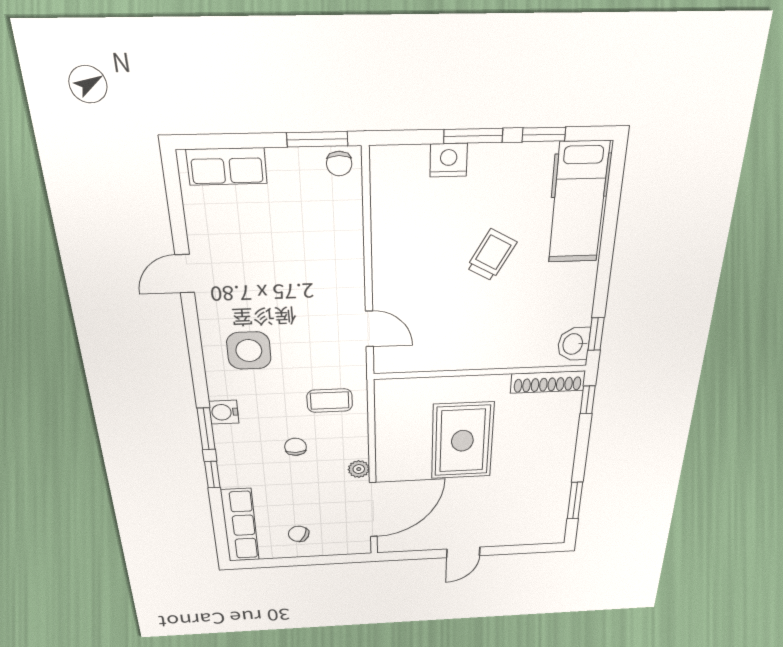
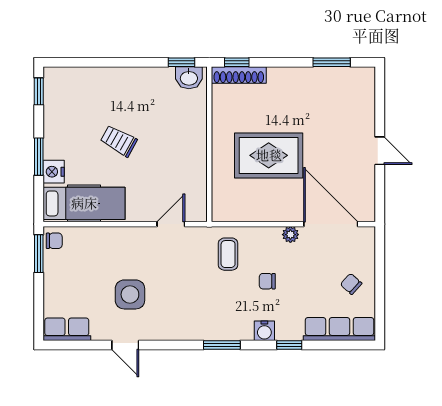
window: (544, 134) -> (39, 91), moved
row of seats: (227, 166) -> (67, 329), moved, turned -90
hospital bed: (579, 203) -> (84, 203), moved
side table: (249, 351) -> (130, 294), moved
shoe rack: (548, 382) -> (239, 75), moved, turned 90
water cooler: (224, 412) -> (264, 331), moved
window: (206, 429) -> (222, 345), moved
chair: (299, 534) -> (351, 284), turned 108

